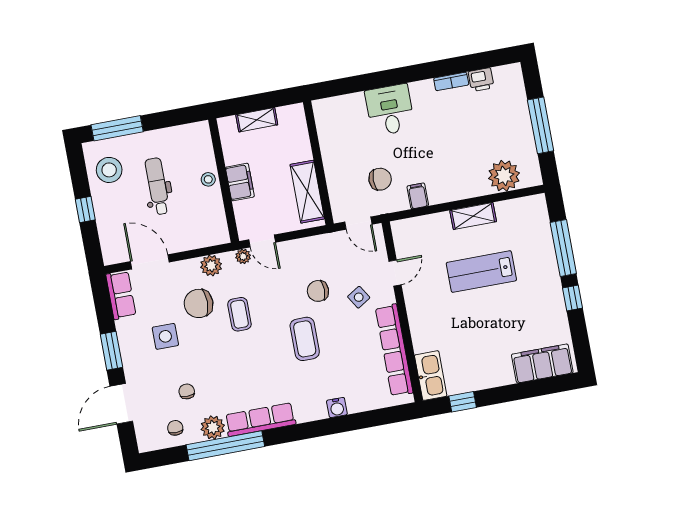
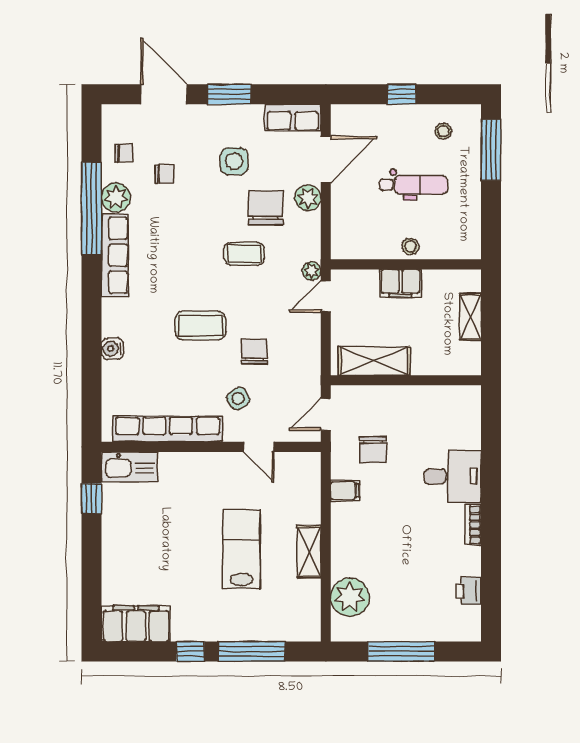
bookcase: (451, 81) -> (473, 525), moved
stool: (109, 170) -> (443, 131), width x0.53, depth x0.53
plant: (211, 266) -> (308, 198), moved
filing cabinet: (542, 363) -> (136, 624), moved, turned -90

